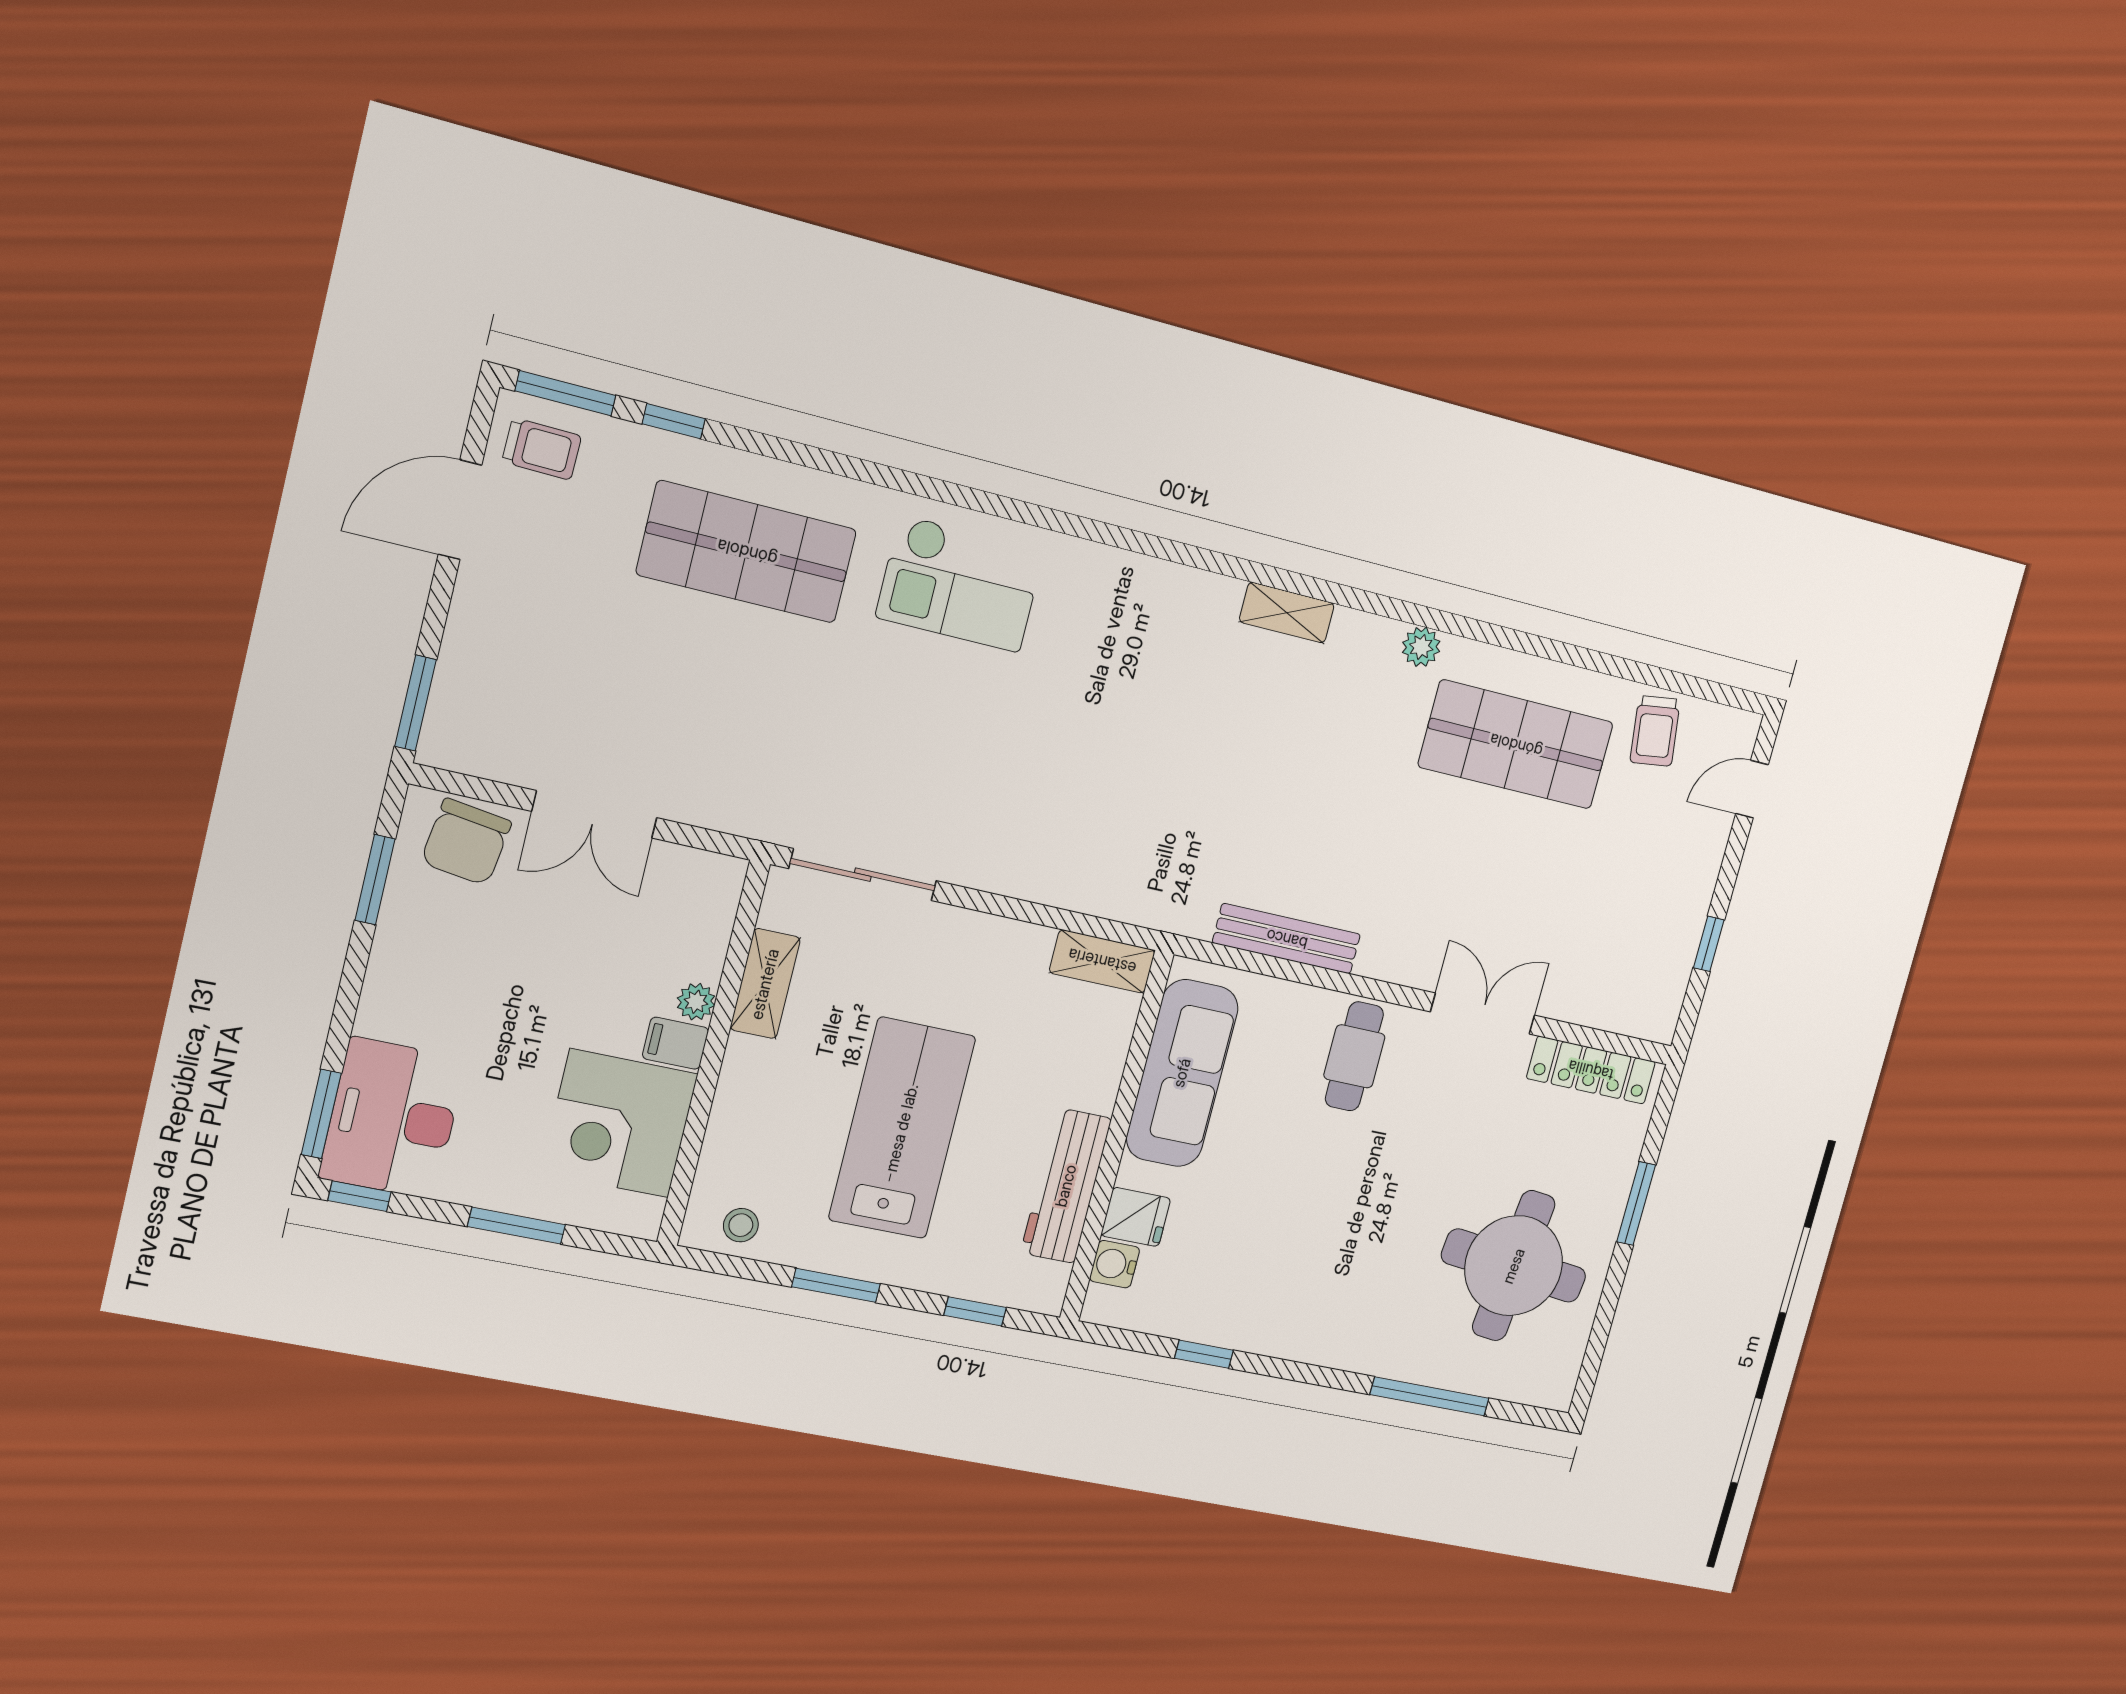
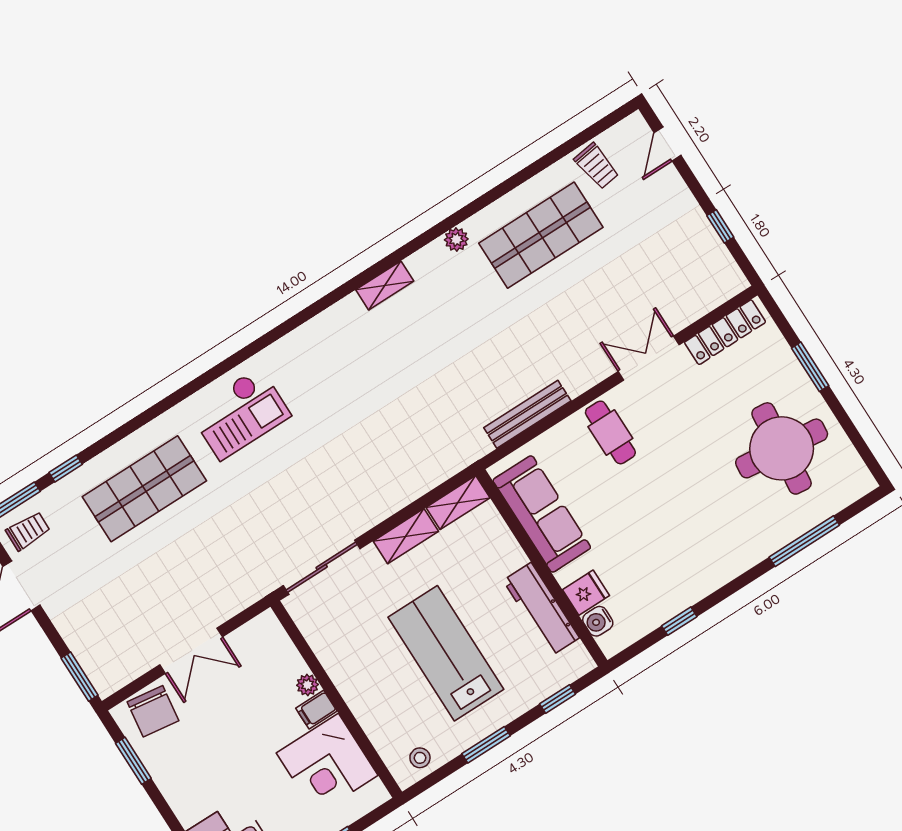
shelving: (765, 984) -> (406, 536), moved, turned 90

